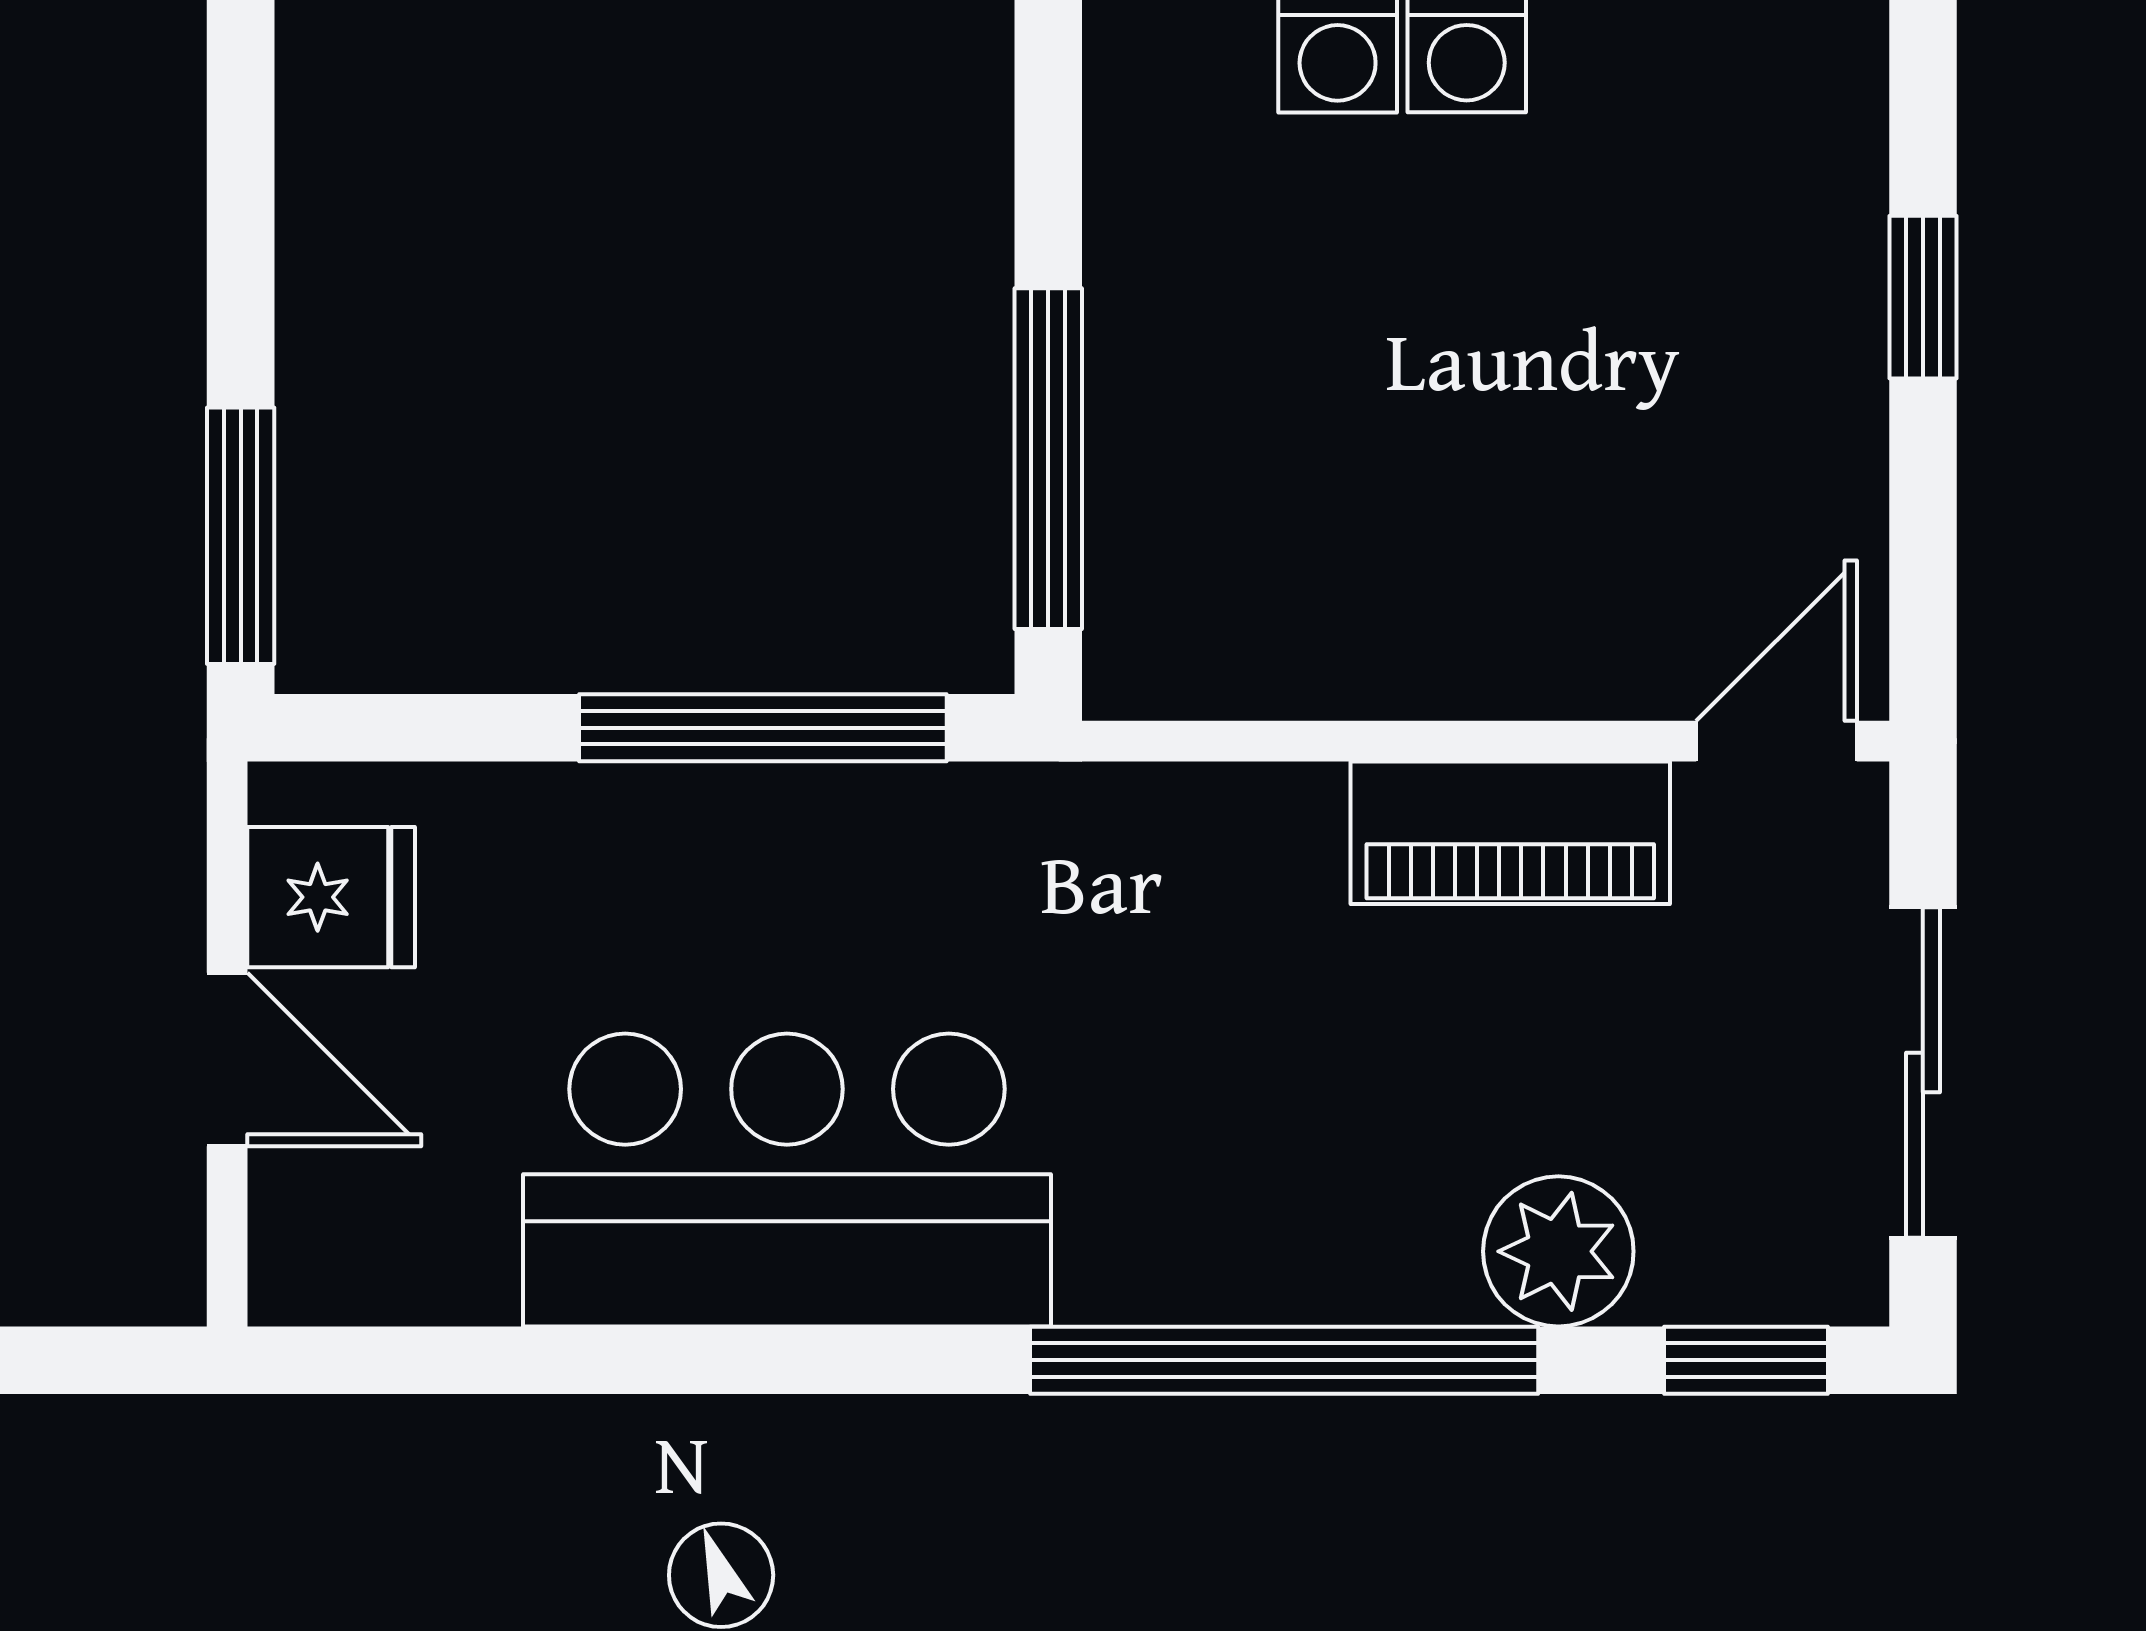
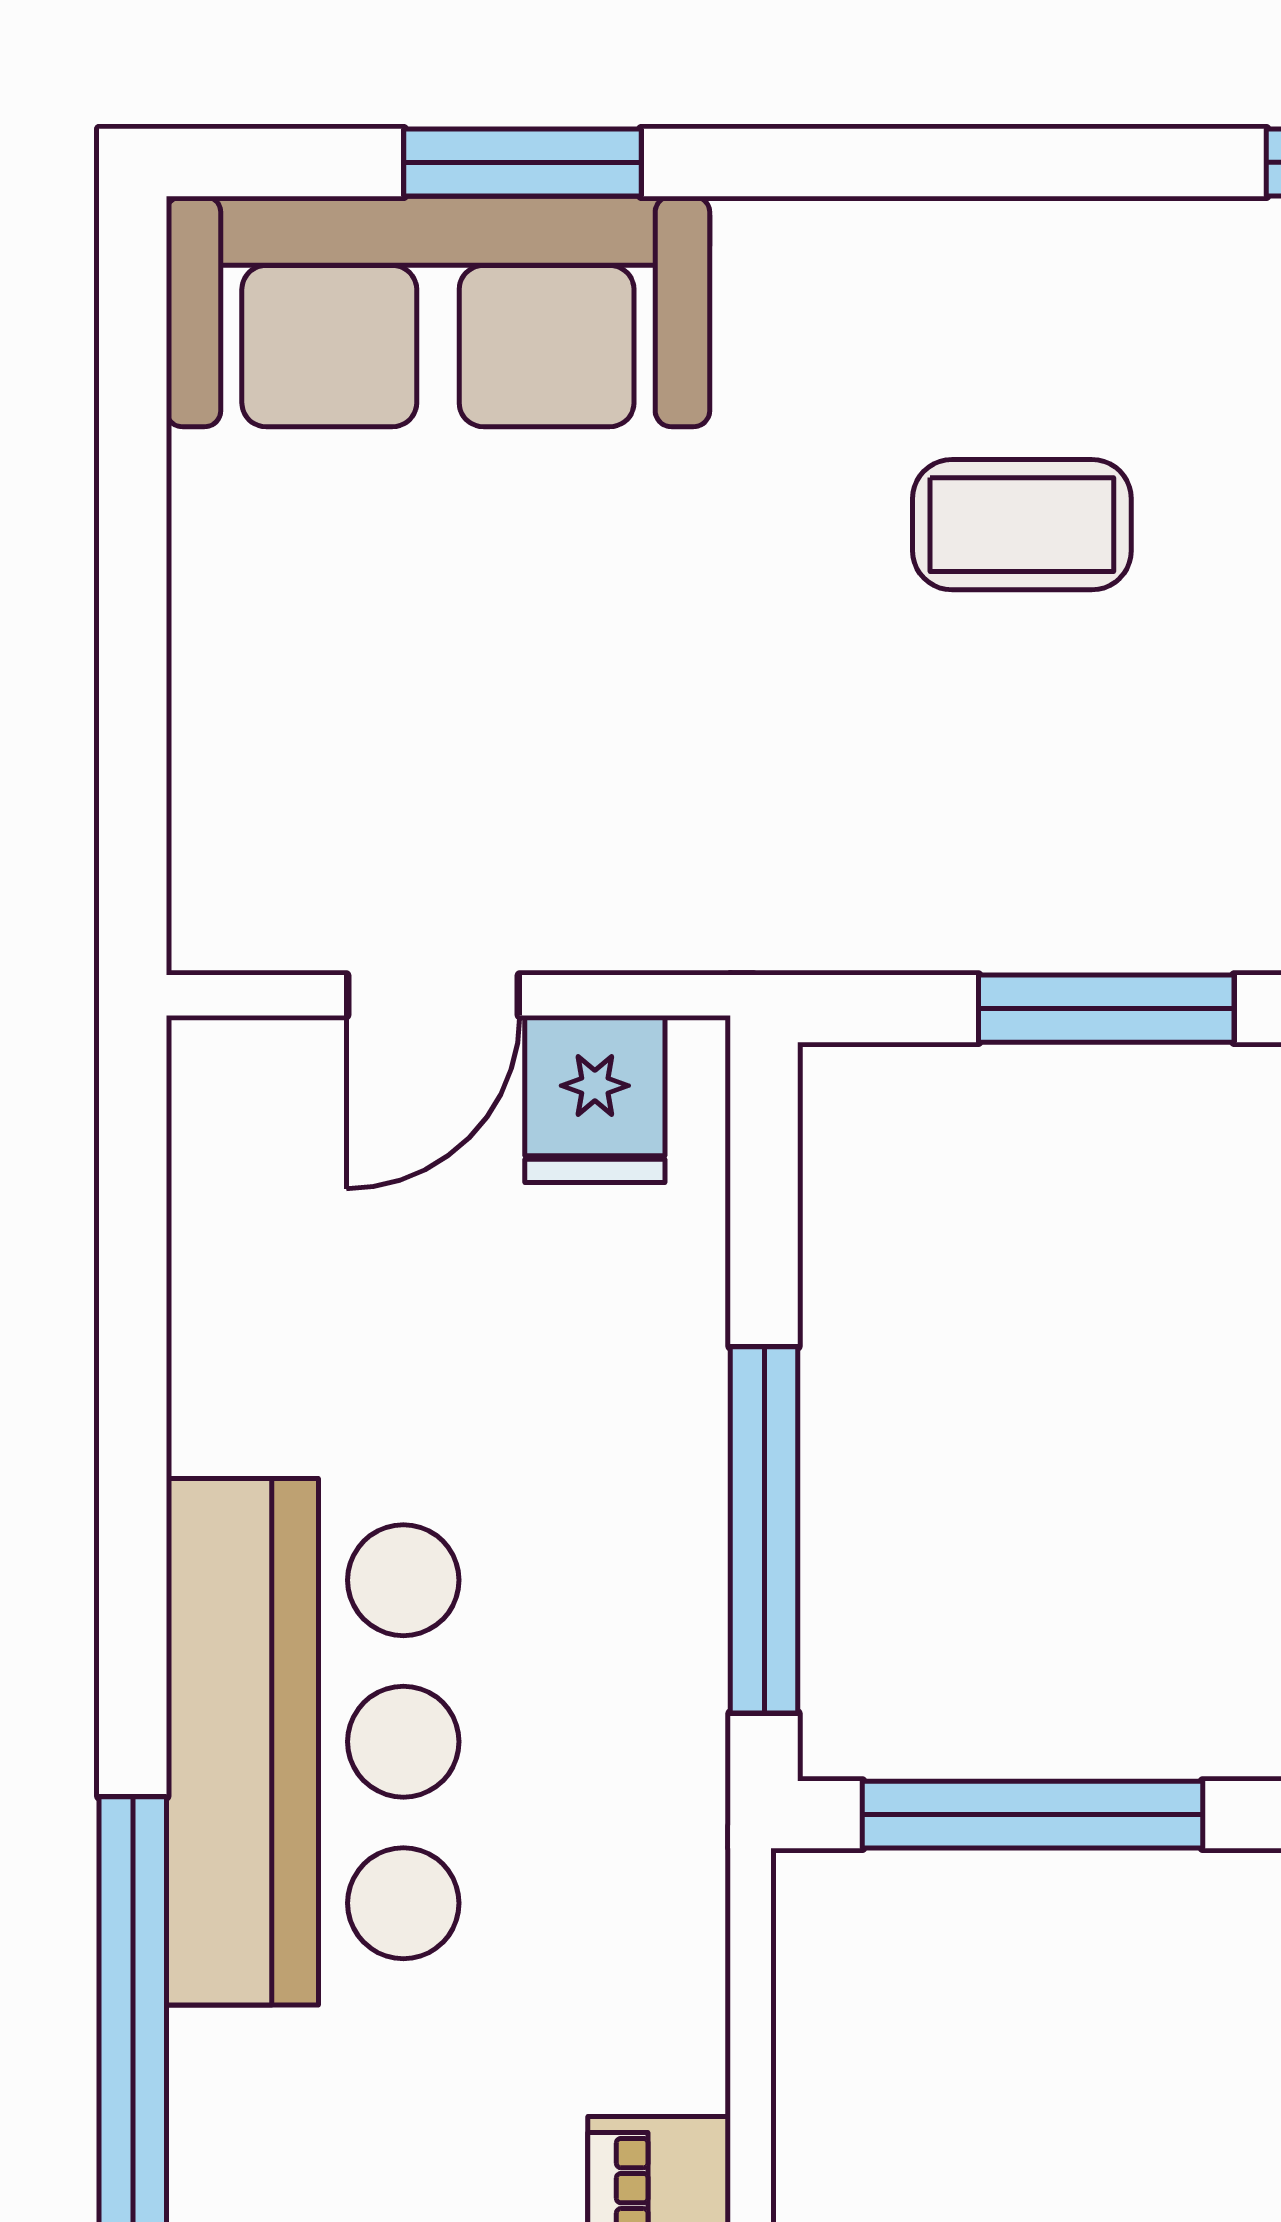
window: (241, 536) -> (1106, 1009), moved
bar counter: (787, 1180) -> (313, 1742), moved

